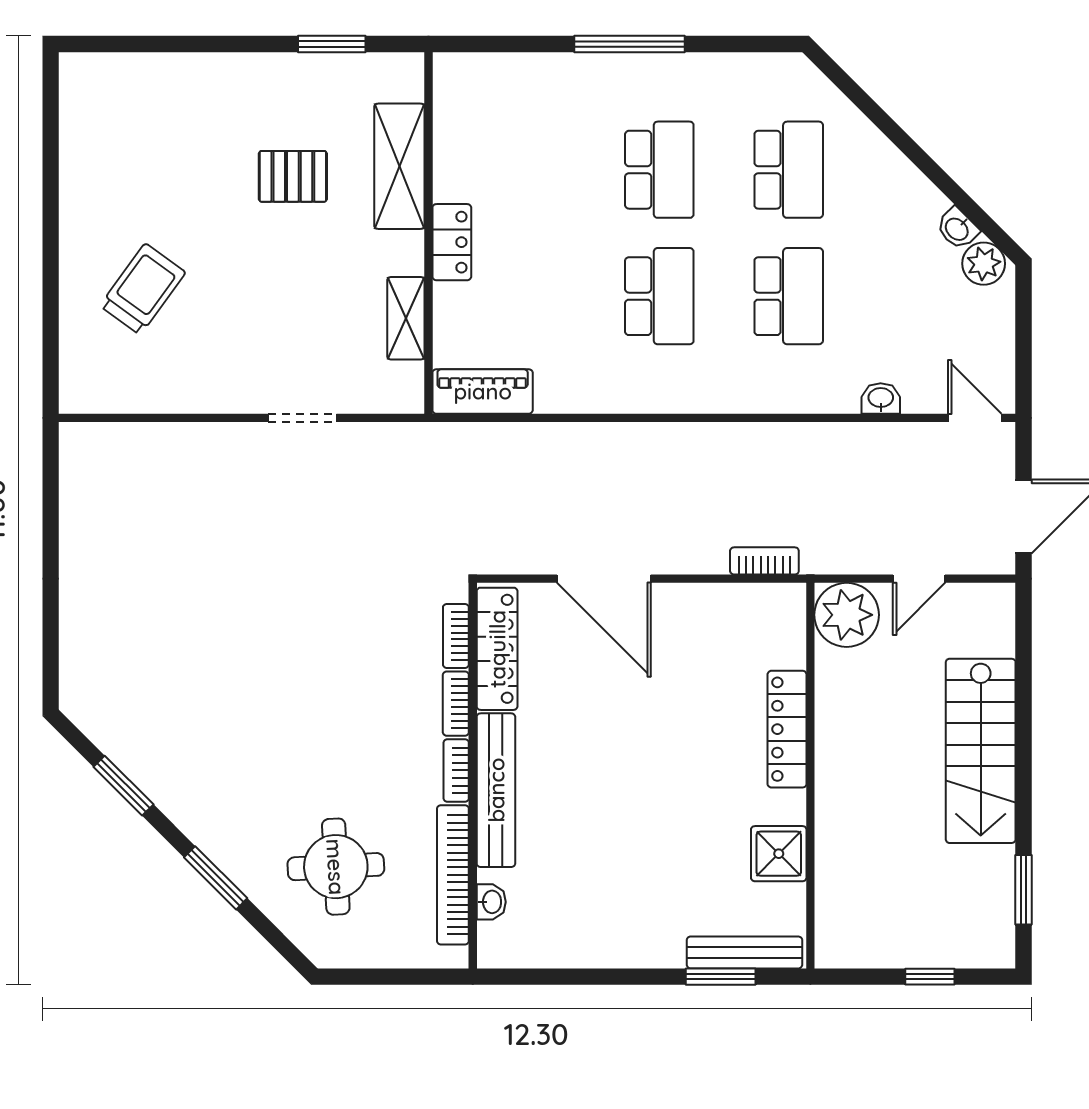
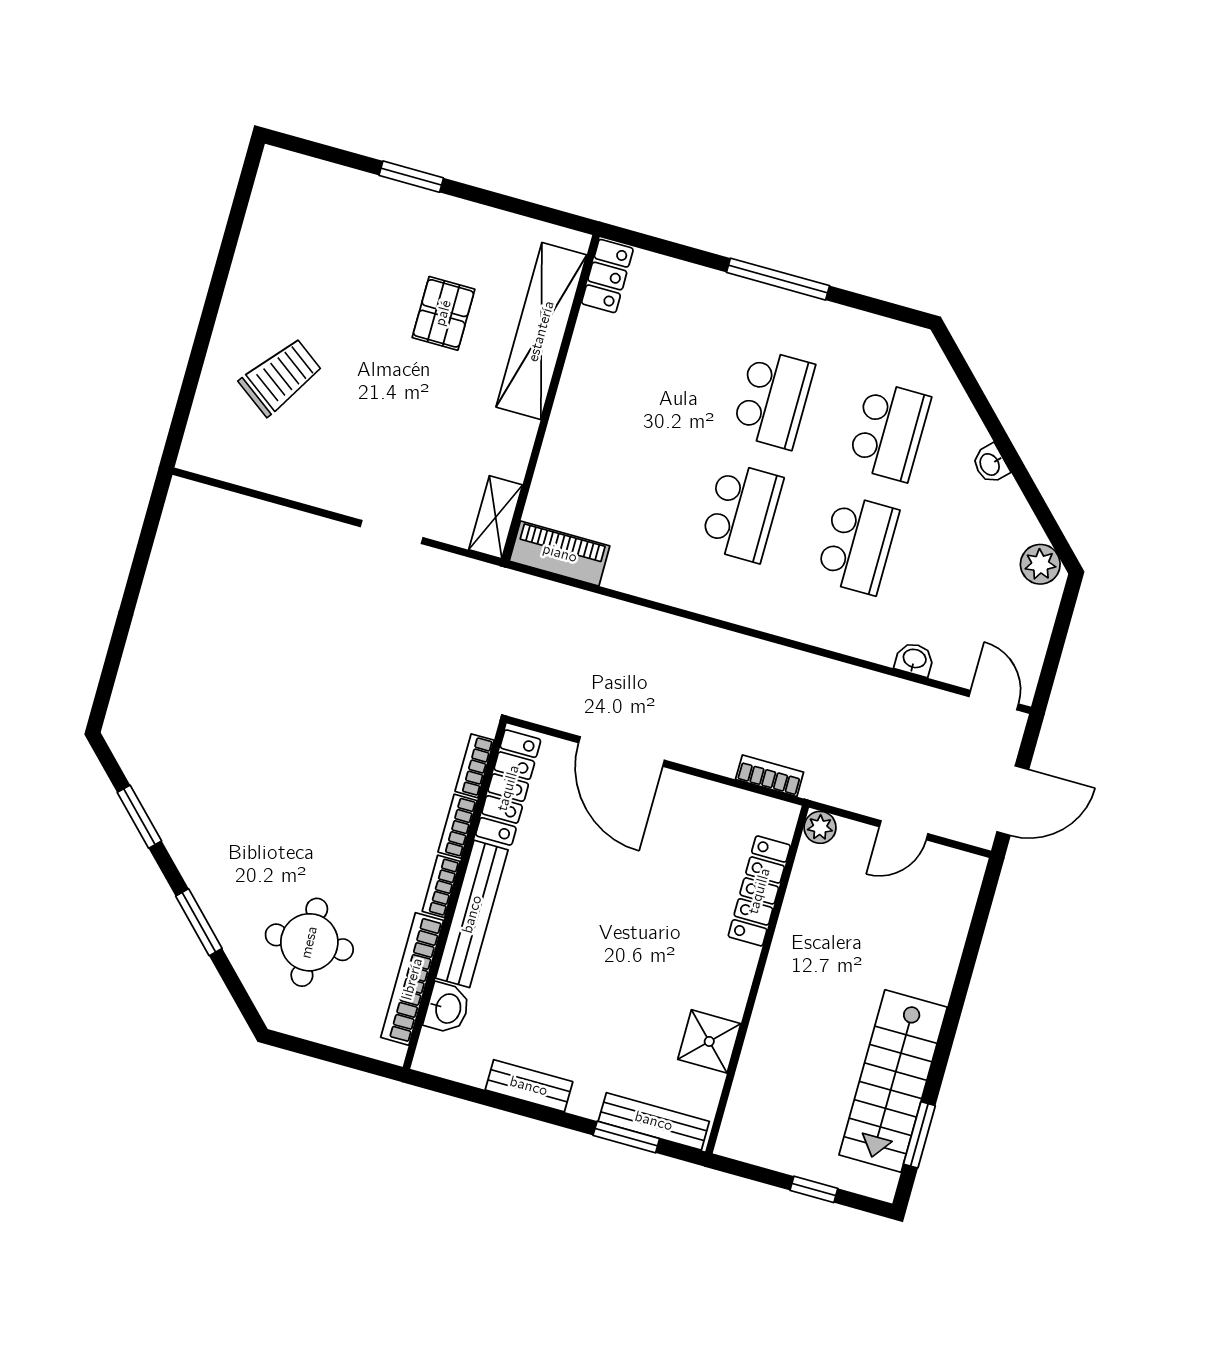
window: (332, 44) -> (411, 177), moved
shelving: (399, 166) -> (541, 331), width x1.47
pallet: (293, 176) -> (443, 313), turned 90
washbasin: (957, 229) -> (990, 464), moved
locker: (452, 242) -> (607, 276), moved
shelving: (406, 318) -> (496, 517), moved
plant: (847, 615) -> (820, 827), width x0.53, depth x0.53
locker: (787, 729) -> (759, 891), moved
stairs: (981, 751) -> (893, 1081), moved
washbasin: (491, 902) -> (447, 1008), width x1.38, depth x1.45
bench: (605, 952) -> (529, 1086), added

